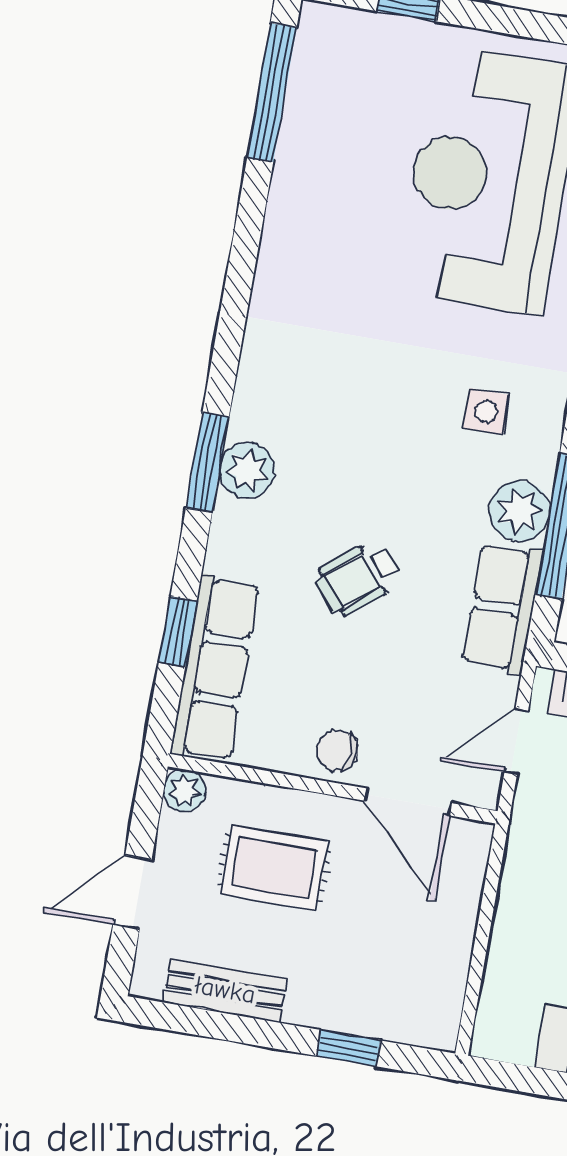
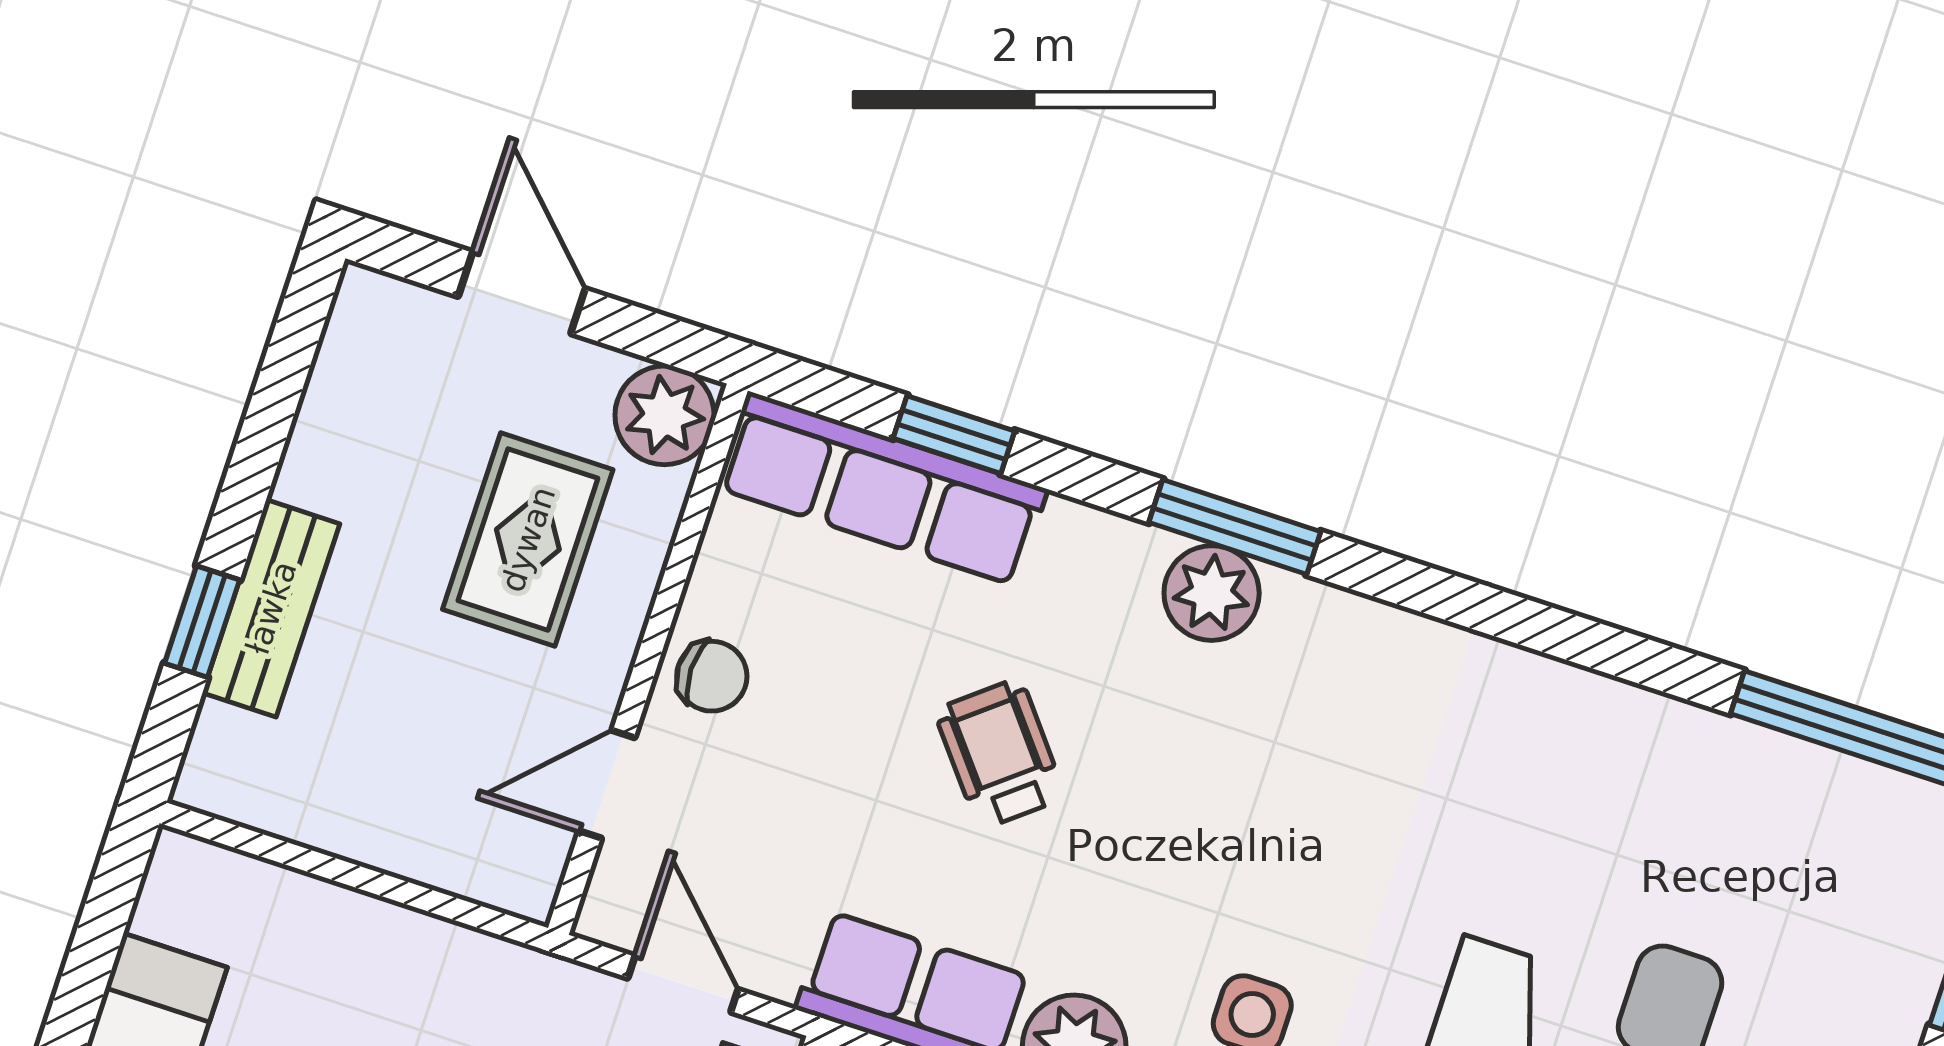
chair: (337, 751) -> (712, 676), turned 90
plant: (185, 790) -> (665, 415), width x1.38, depth x1.38
door: (408, 802) -> (607, 784), width x0.73
bench: (225, 990) -> (271, 608), moved

